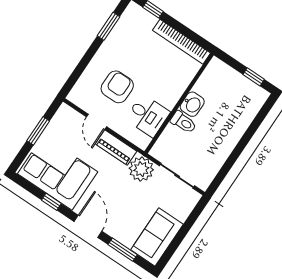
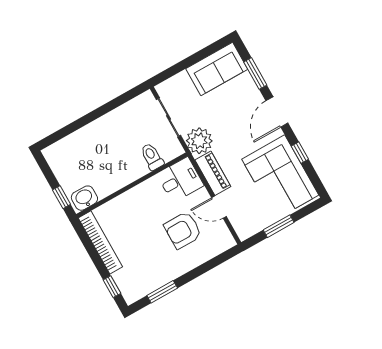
window: (254, 77) -> (62, 197), moved
washbasin: (192, 104) -> (84, 198), moved
desk: (148, 116) -> (180, 180), moved, turned 90
door: (97, 122) -> (219, 207), swing flipped
toilet: (183, 122) -> (152, 157), moved

